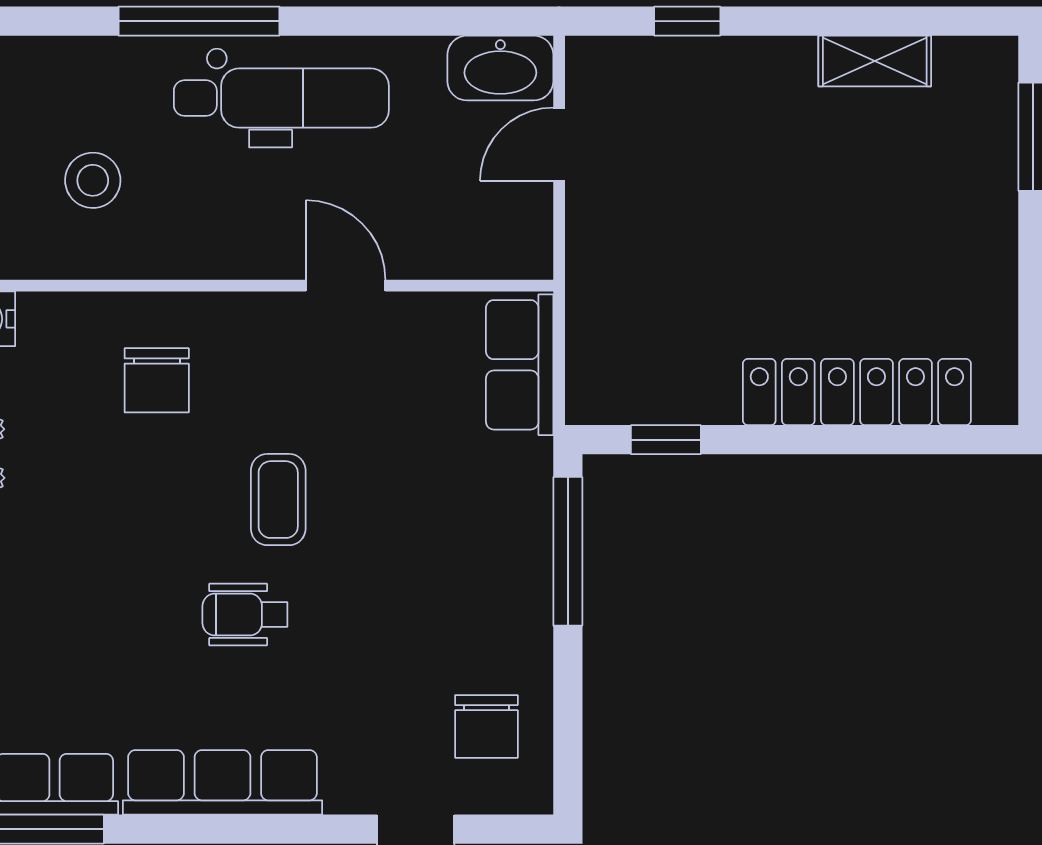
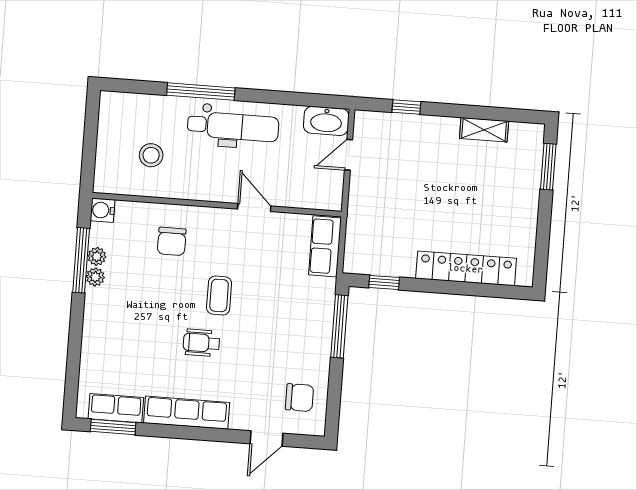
chair: (486, 726) -> (300, 398), turned -90

